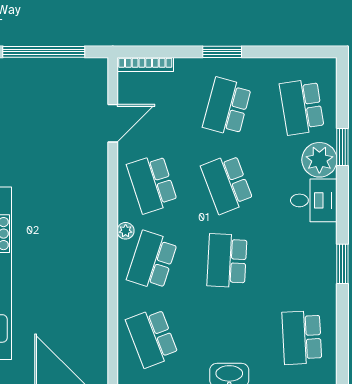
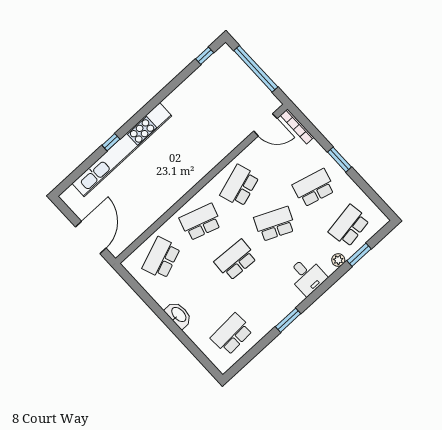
door: (113, 123) -> (265, 125), moved
window: (342, 147) -> (359, 255), moved
plant: (319, 160) -> (338, 260), width x0.53, depth x0.53
school desk: (227, 184) -> (275, 224), turned 45
plant: (126, 231) -> (203, 194), removed

